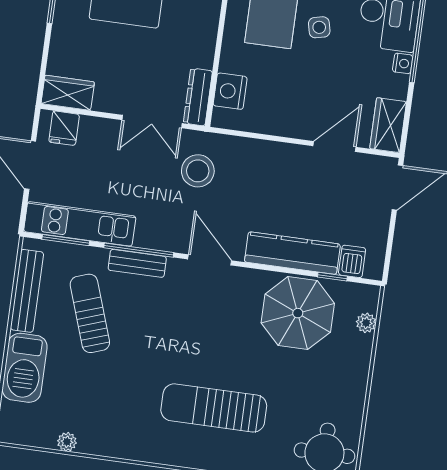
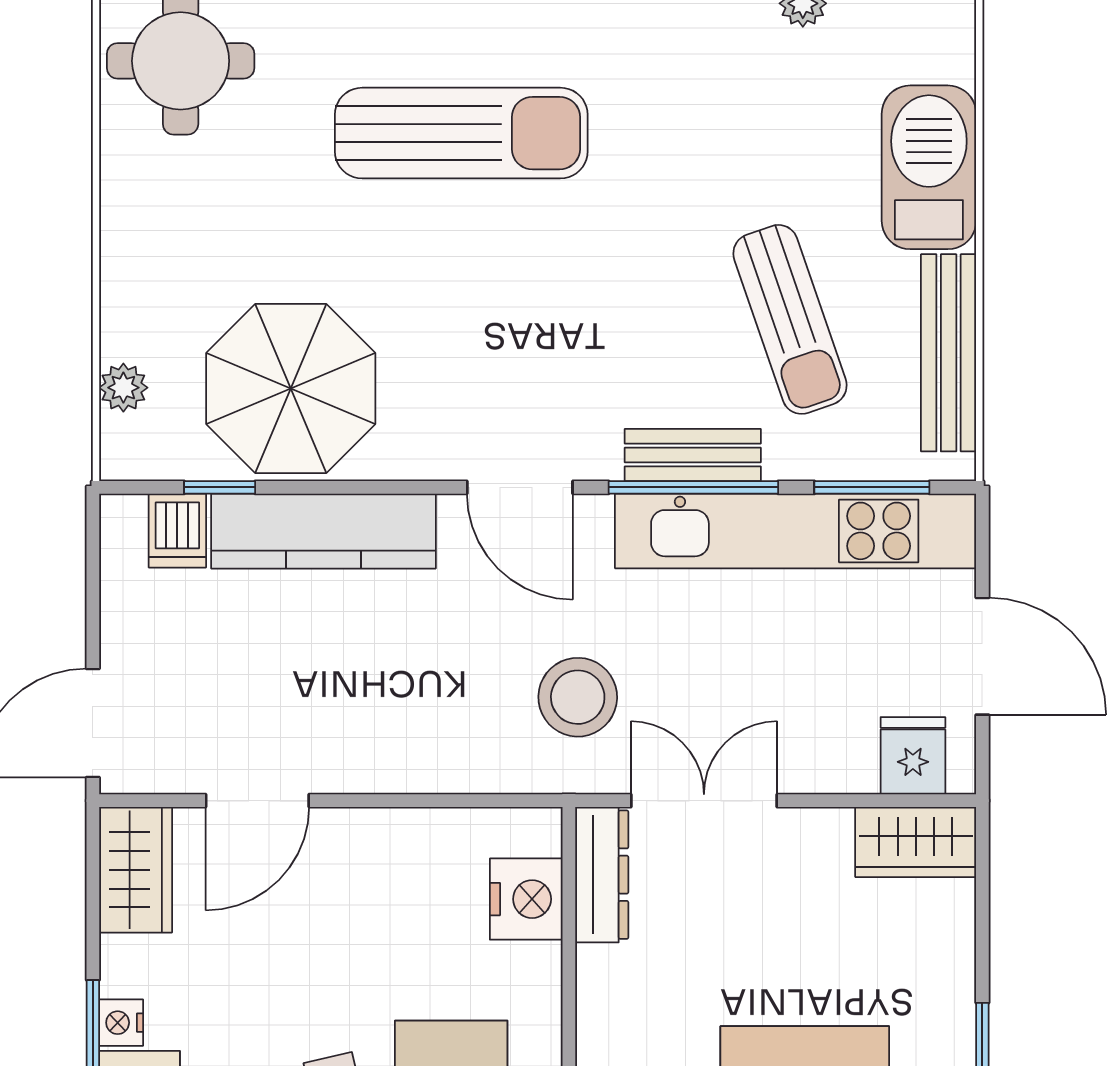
kitchen unit: (80, 224) -> (796, 531), width x1.36

